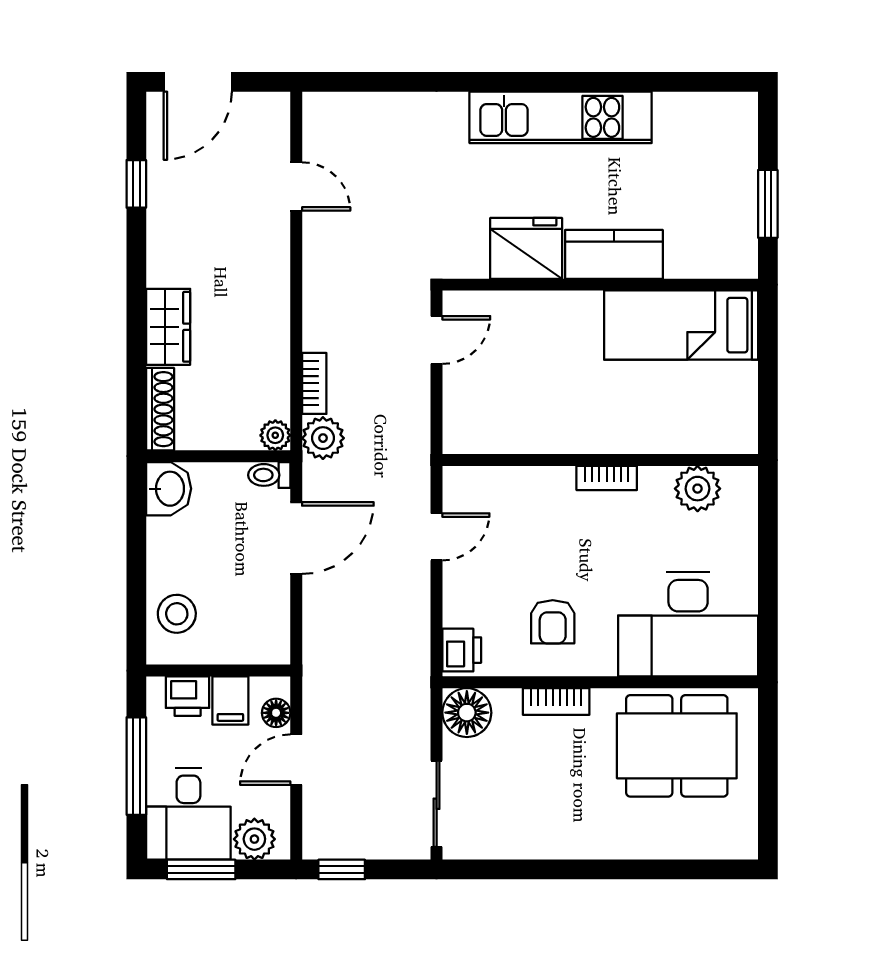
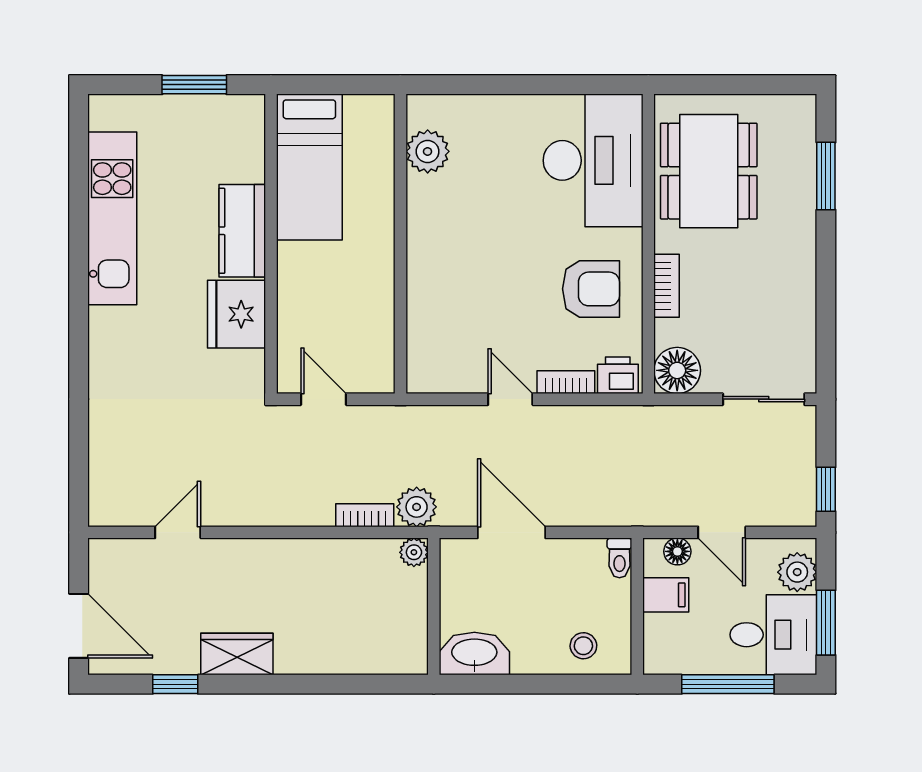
kitchen unit: (561, 117) -> (112, 218), moved
wardrobe: (168, 327) -> (237, 654), moved
shoe rack: (160, 409) -> (389, 662), removed
wall: (600, 460) -> (400, 244), moved
toilet: (269, 475) -> (619, 558), moved
bookcase: (607, 478) -> (566, 382), moved, turned -90
washbasin: (169, 489) -> (474, 653), width x1.38
plant: (698, 489) -> (428, 151), moved
stool: (177, 614) -> (583, 646), width x0.73, depth x0.73
armchair: (553, 622) -> (591, 289), width x1.38, depth x1.38
printer: (188, 696) -> (662, 636), removed
window: (672, 869) -> (826, 176), added

